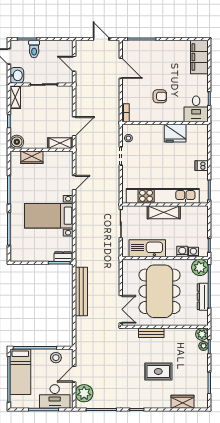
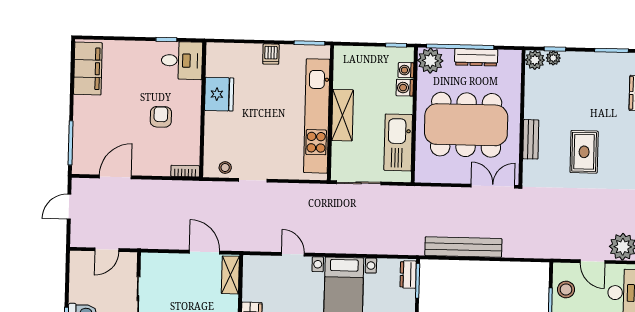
filing cabinet: (199, 57) -> (88, 69), moved, turned -90
rug: (158, 371) -> (584, 152), moved

